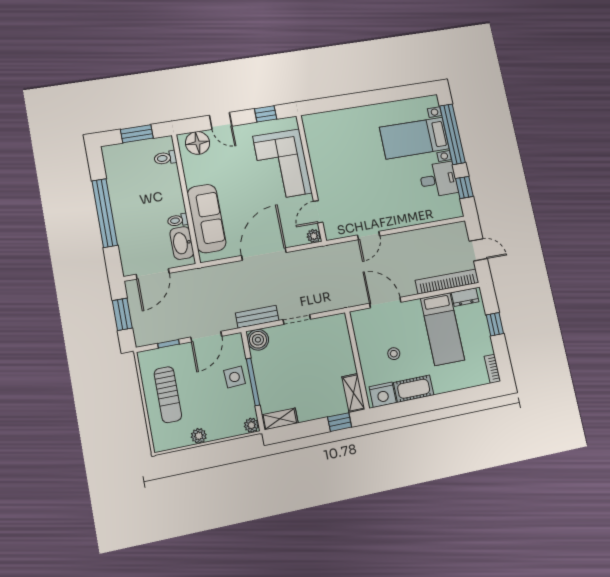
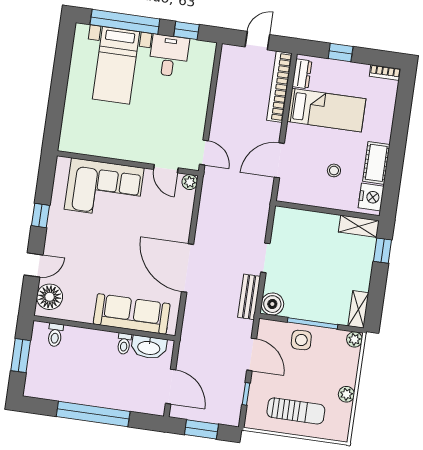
corner sofa: (282, 165) -> (104, 189), moved
wall: (311, 178) -> (128, 163), moved
door: (318, 212) -> (166, 169), moved
plant: (314, 236) -> (190, 182), moved

